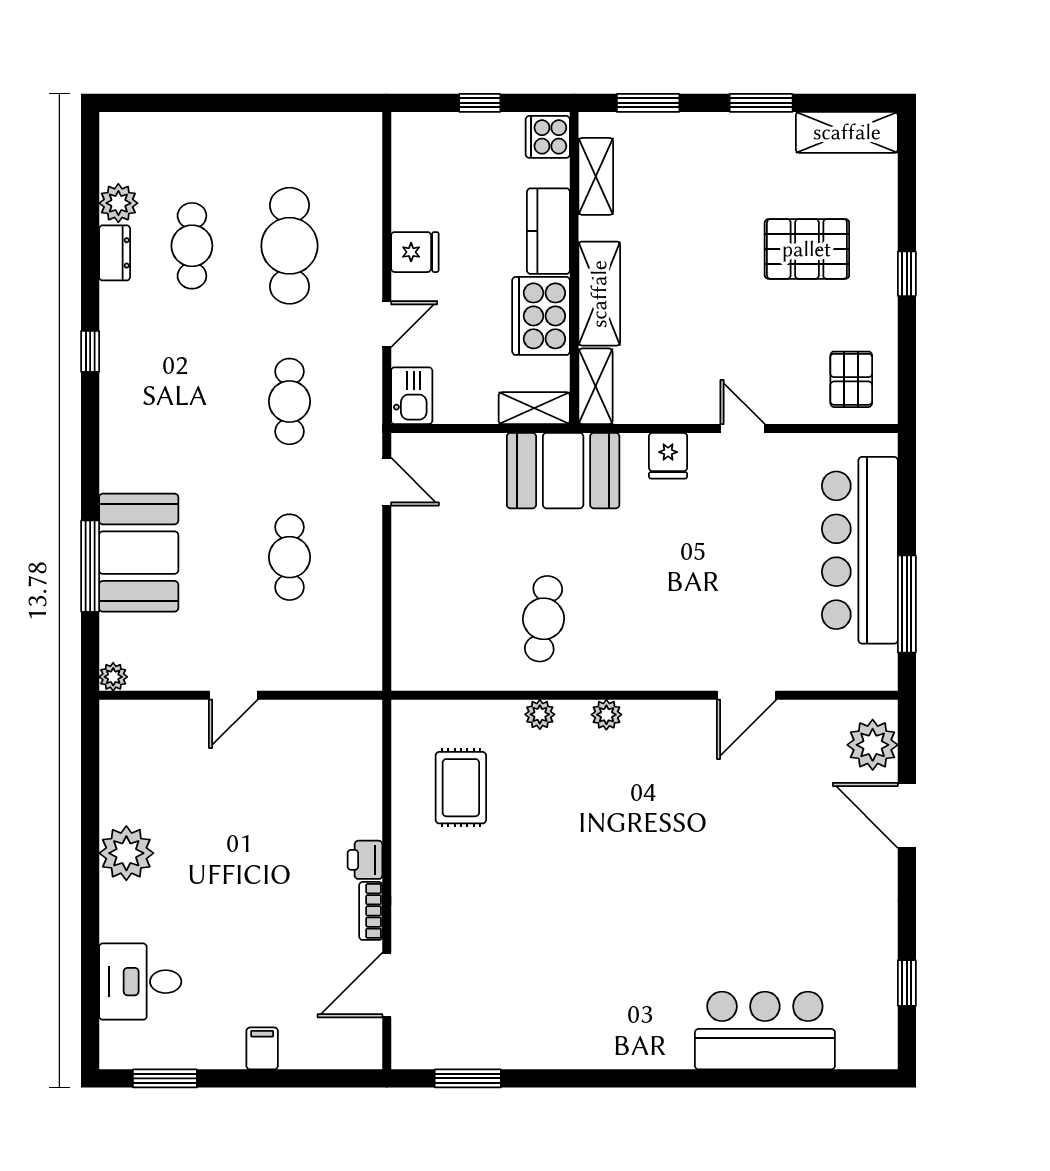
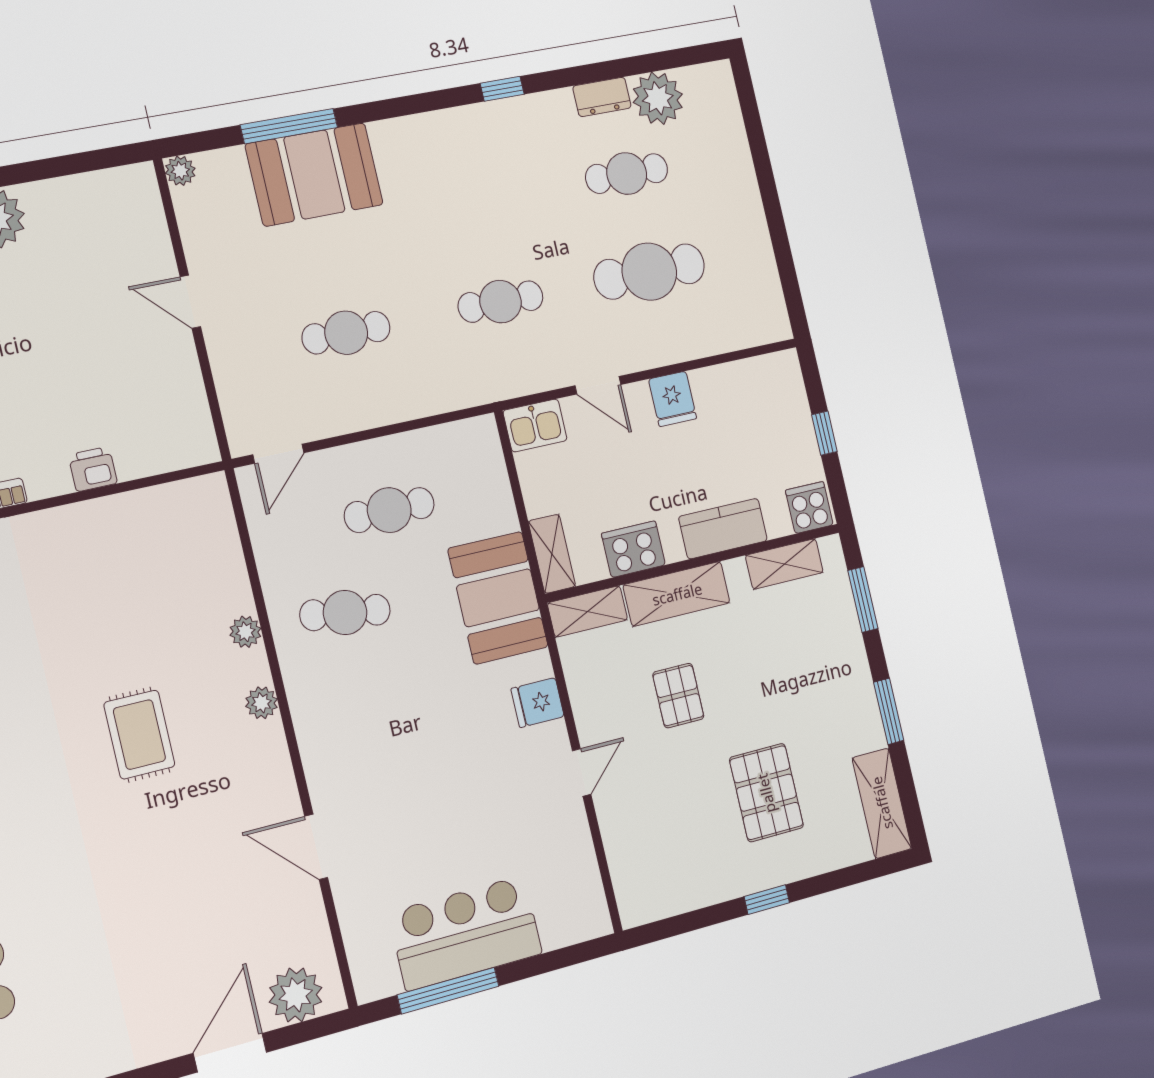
plant: (118, 203) -> (658, 98), width x1.36, depth x1.36
cooker: (541, 316) -> (633, 549), width x0.73, depth x0.76
pallet: (851, 379) -> (678, 696), moved, turned 90
door: (387, 482) -> (278, 454), moved
bar counter: (860, 550) -> (466, 933), width x0.73
cafe table: (460, 555) -> (389, 510), added
rug: (461, 788) -> (139, 735), moved, turned 90
printer: (365, 860) -> (93, 469), moved

